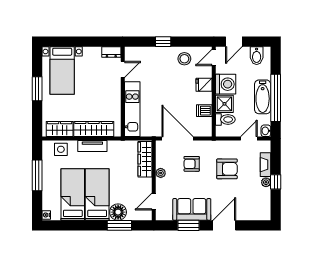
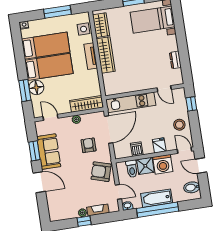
door: (123, 69) -> (164, 89), moved
wall: (123, 92) -> (145, 92), moved
kitchen unit: (132, 109) -> (131, 102), moved
armchair: (227, 169) -> (101, 172), moved, turned 107

